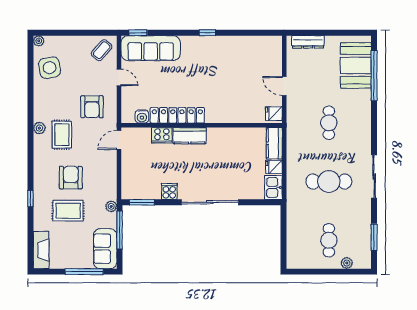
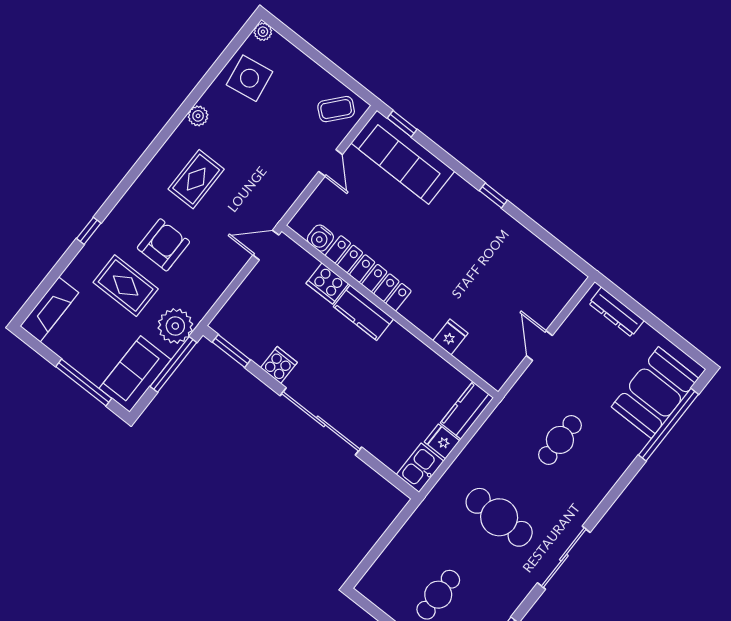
armchair: (92, 107) -> (265, 174), removed
fridge: (274, 114) -> (450, 337), moved, turned 90
plant: (39, 128) -> (198, 116), moved
plant: (111, 206) -> (175, 326), width x1.87, depth x1.87

